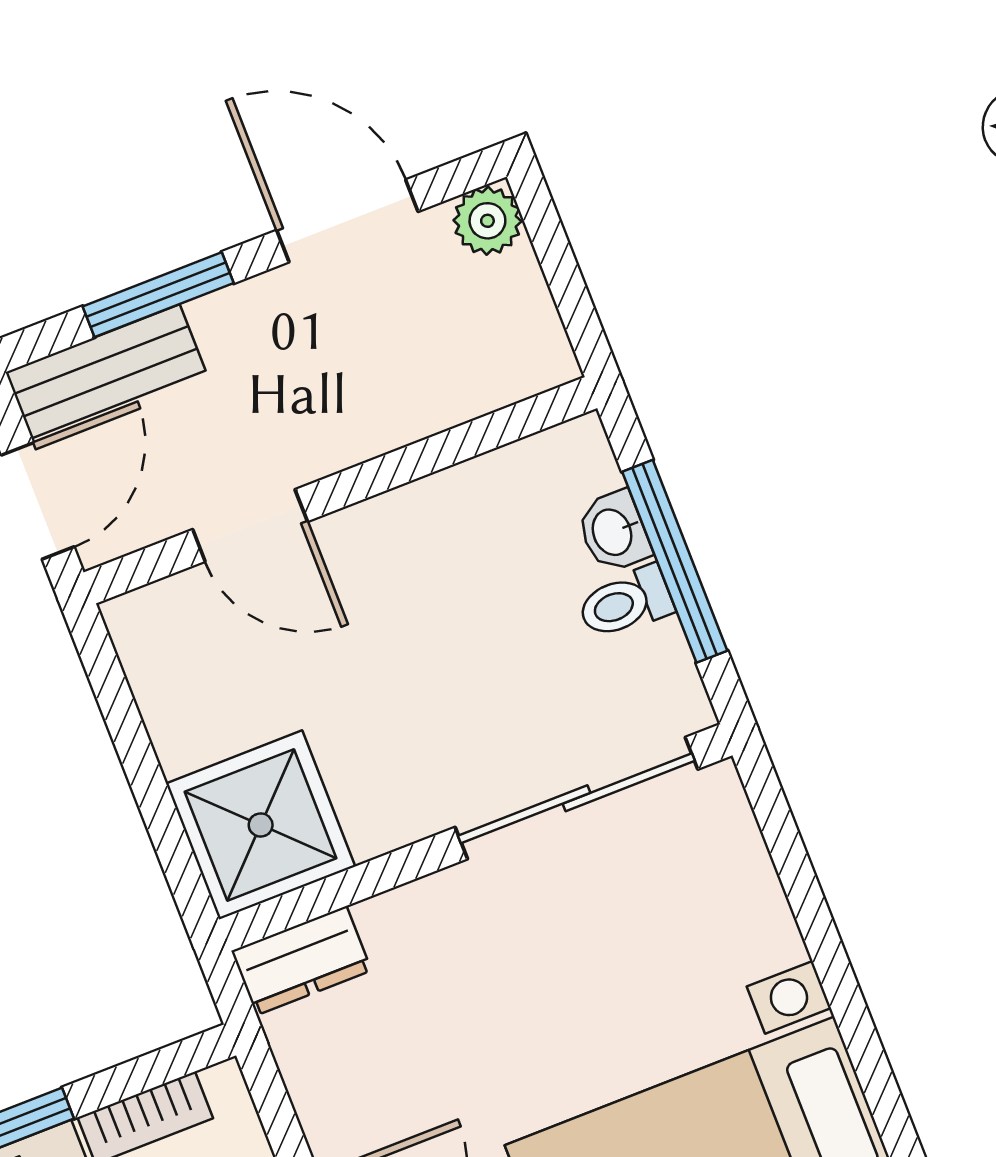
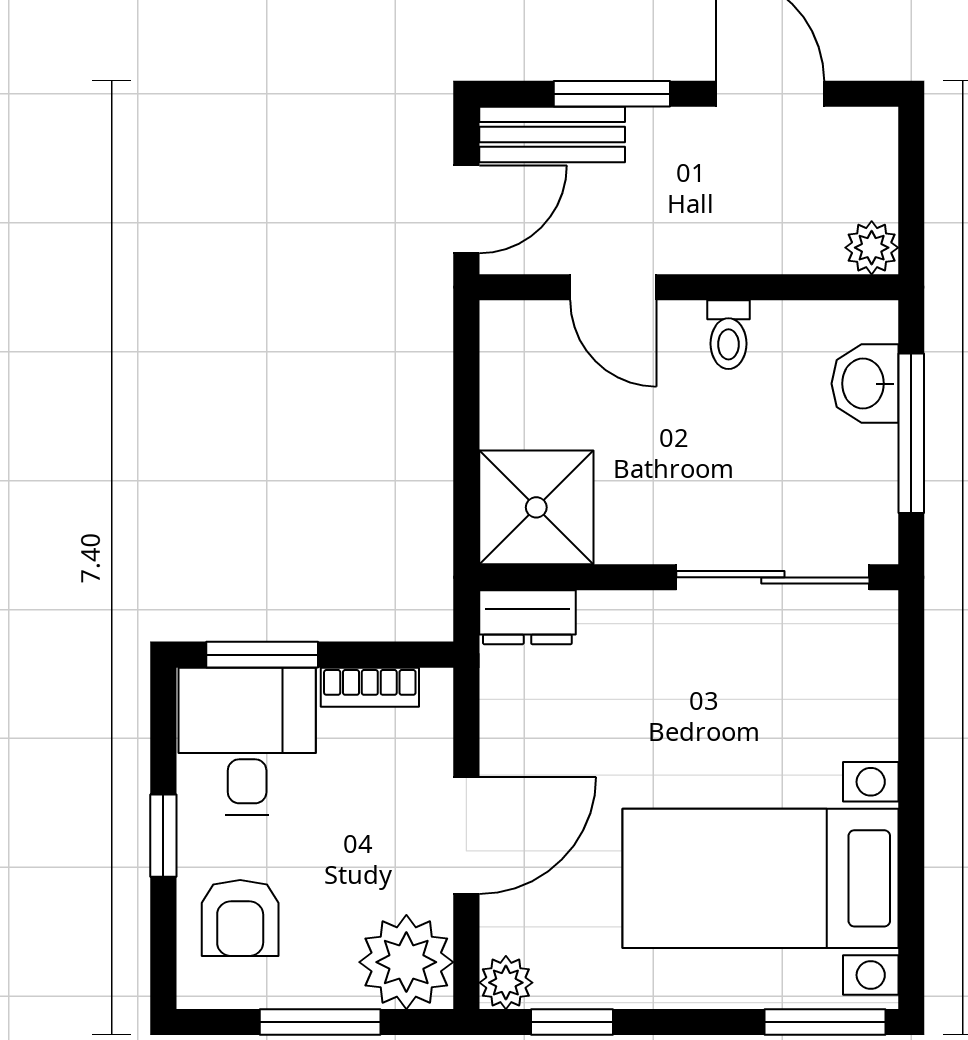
plant: (487, 221) -> (872, 248), moved
washbasin: (614, 532) -> (865, 384), width x1.38, depth x1.45
toilet: (625, 603) -> (728, 335), moved, turned -90

